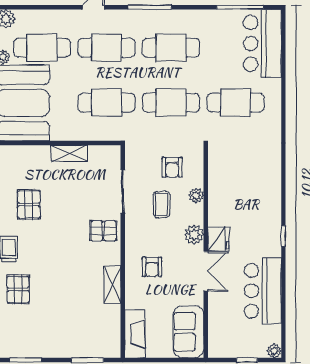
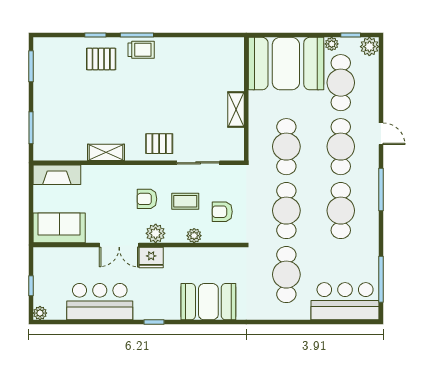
booth: (263, 181) -> (208, 302), added
pallet: (29, 204) -> (185, 69), removed
pallet: (103, 231) -> (159, 144), turned 90
armchair: (152, 267) -> (147, 199), moved

